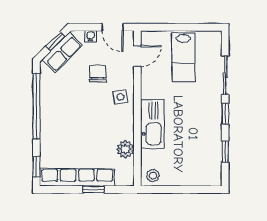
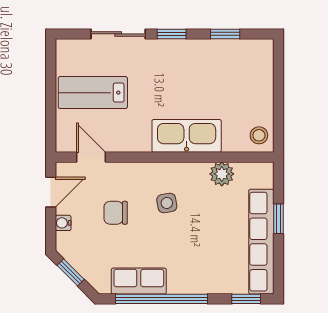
row of seats: (62, 52) -> (139, 281), moved, turned -45
lab bench: (183, 57) -> (93, 93), turned 180
side table: (120, 97) -> (167, 203), moved

